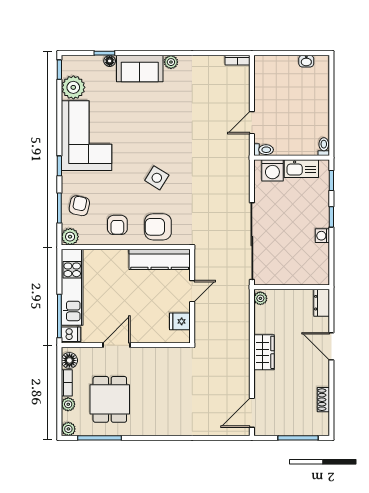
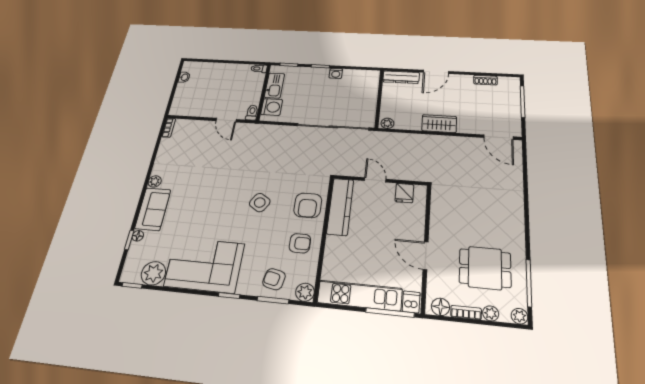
dresser: (322, 303) -> (401, 77), width x1.44

